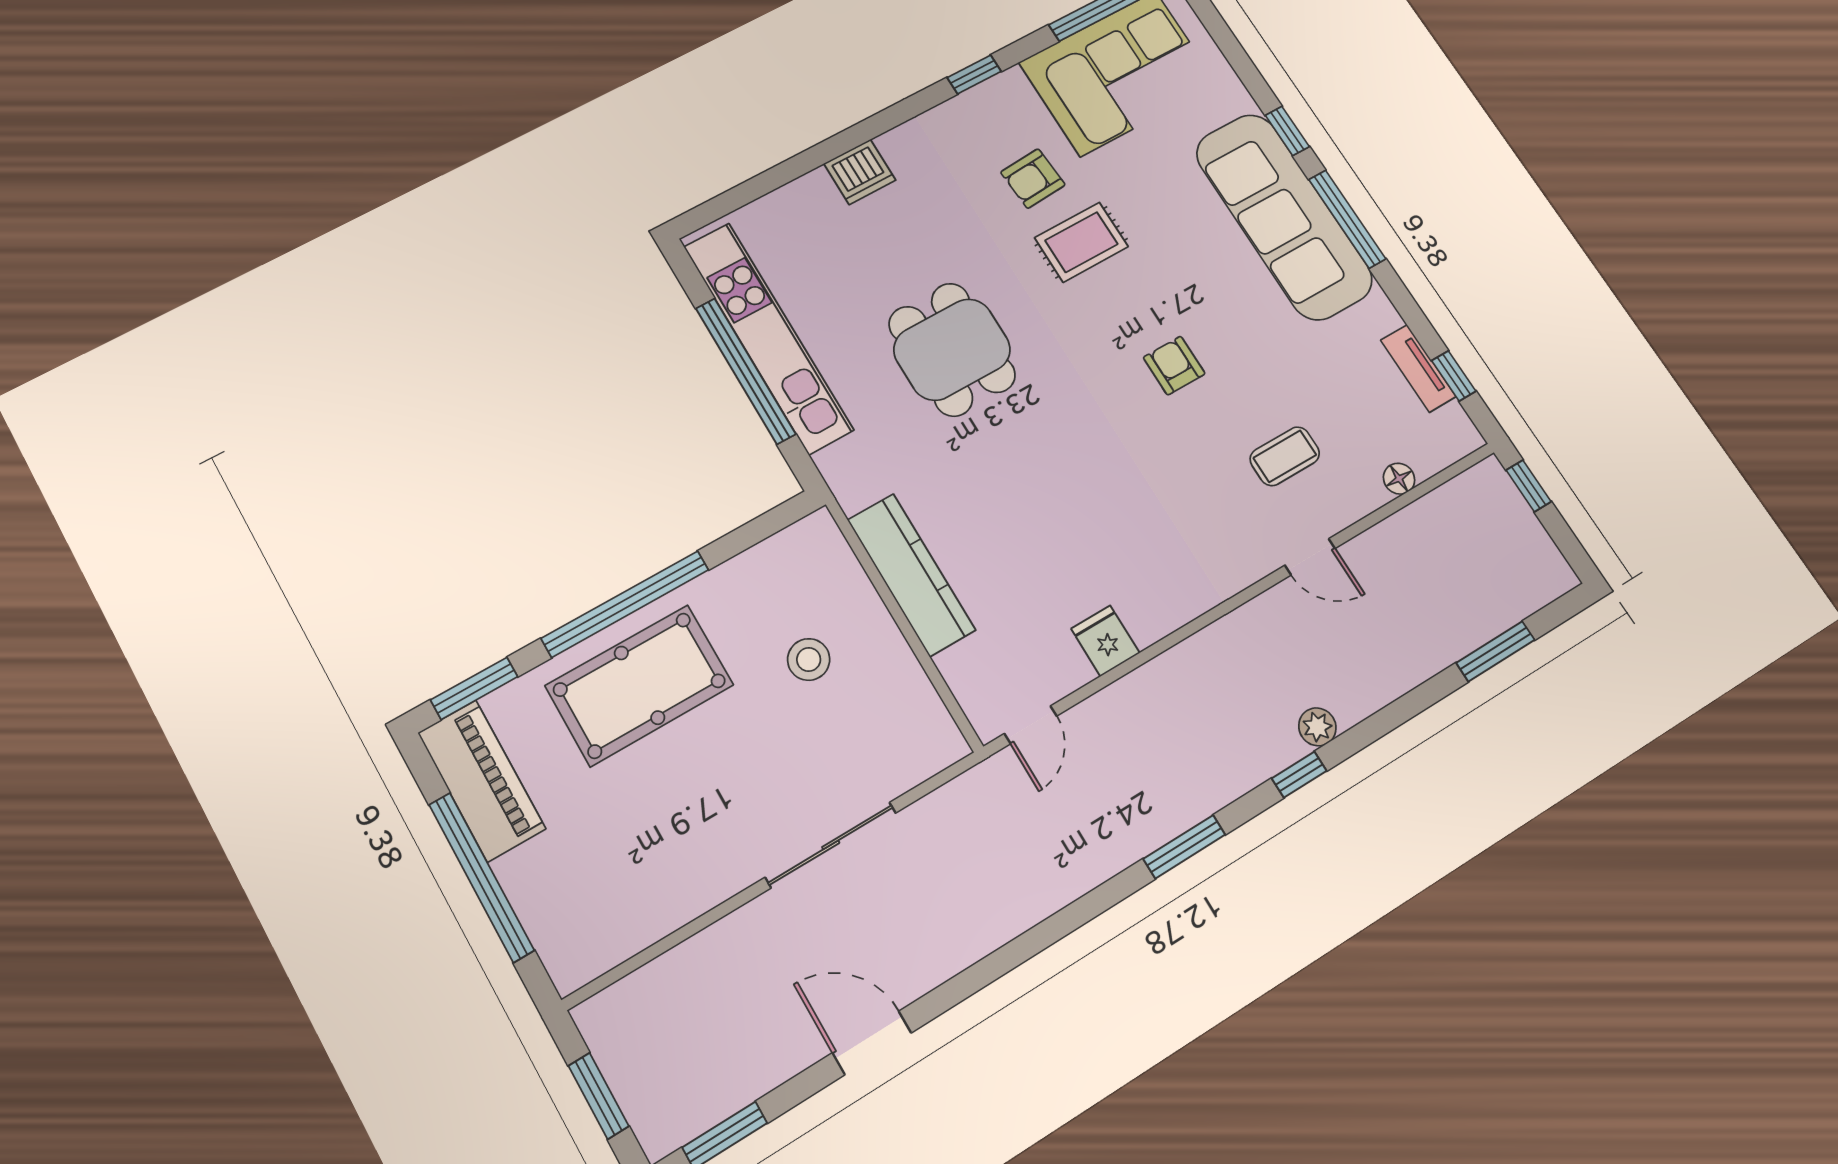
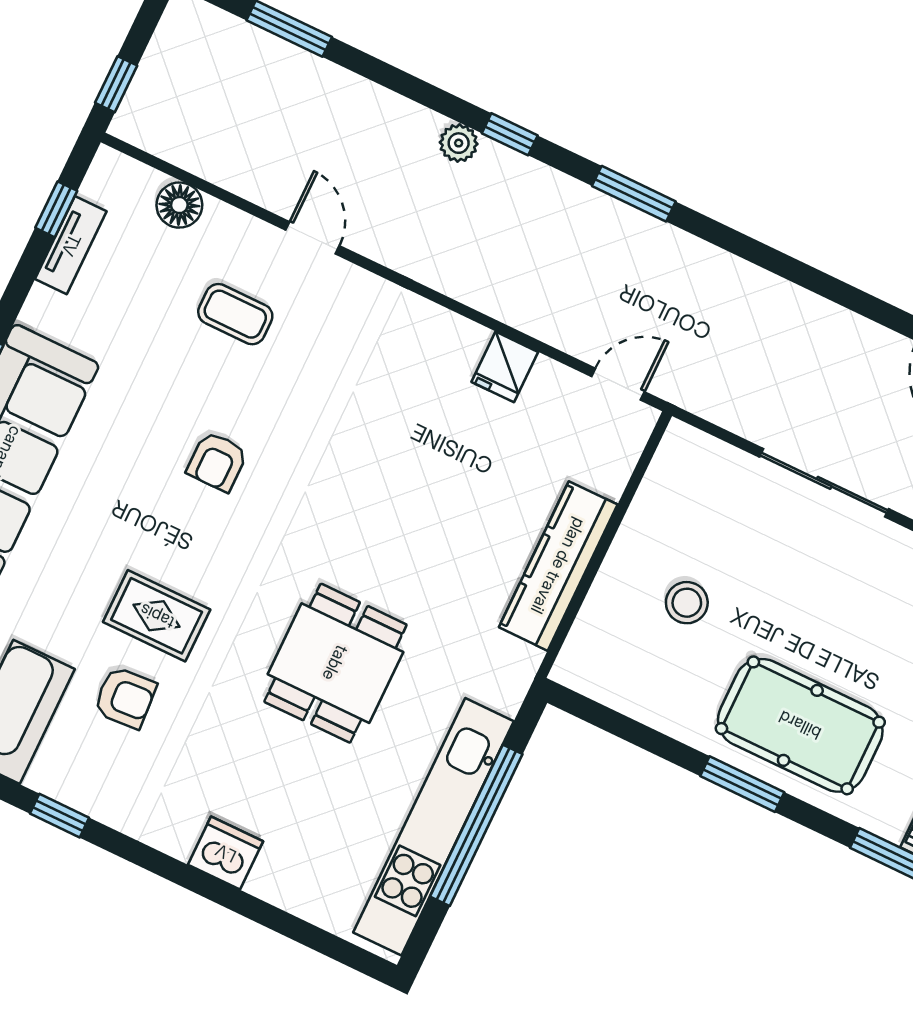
floor lamp: (1399, 479) -> (179, 205), width x1.37, depth x1.37
window: (625, 604) -> (742, 784), width x0.47

